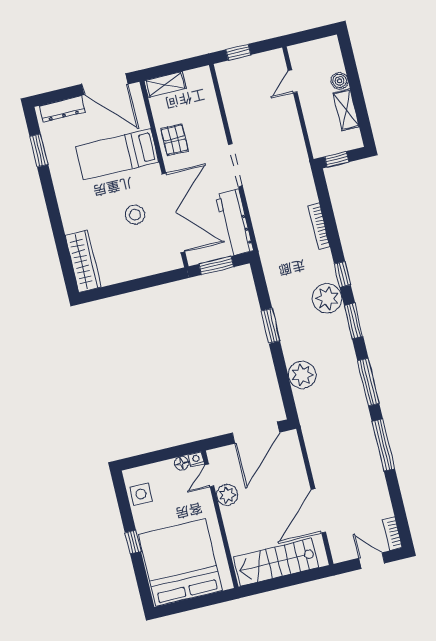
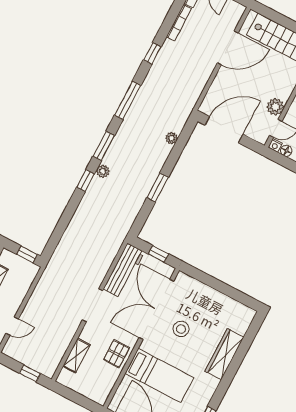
shelving: (165, 85) -> (76, 356), moved, turned 90
bookcase: (319, 226) -> (179, 23), moved
wardrobe: (83, 261) -> (224, 354), moved
window: (216, 265) -> (158, 254), width x0.67
plant: (327, 298) -> (103, 171), width x0.53, depth x0.53
plant: (302, 375) -> (172, 138), width x0.53, depth x0.53
window: (383, 445) -> (152, 53), width x0.46

